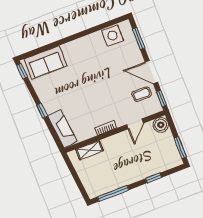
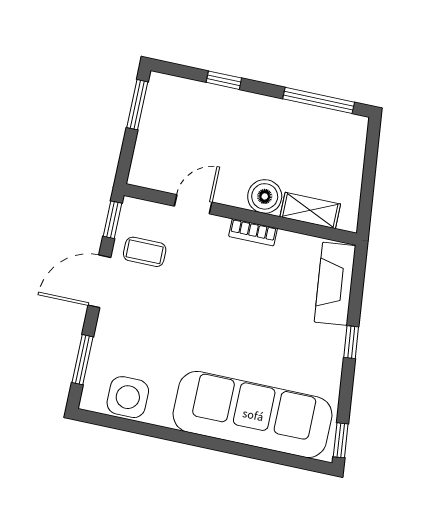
sofa: (45, 62) -> (253, 415), width x1.85, depth x1.27
door: (151, 72) -> (99, 281), swing flipped
boiler: (161, 125) -> (265, 196), moved

